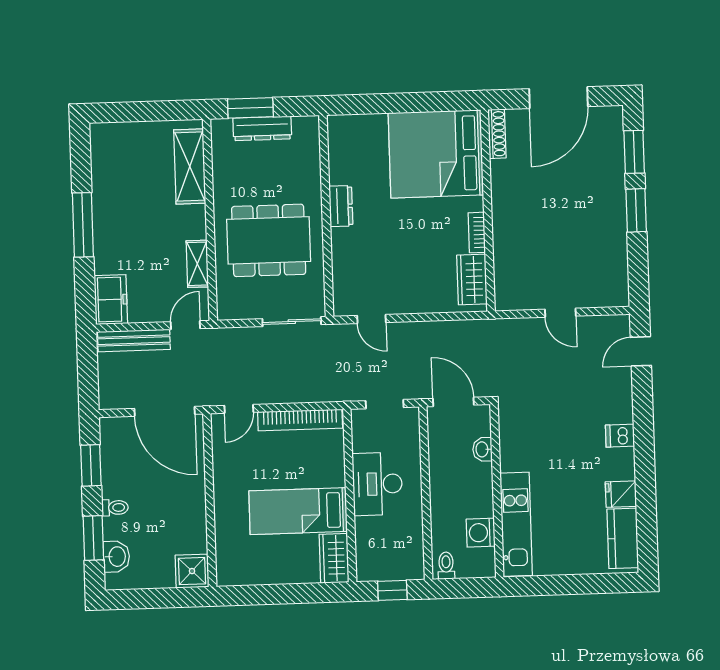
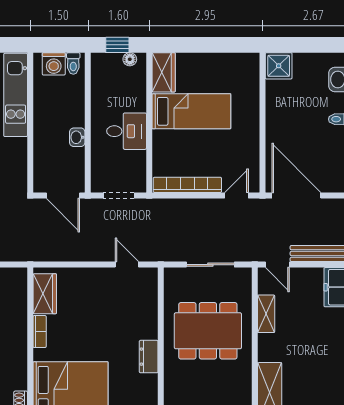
sliding door: (292, 322) -> (210, 265), moved
door: (185, 325) -> (277, 265), hinge flipped
washbasin: (482, 449) -> (77, 137), moved, turned 180
desk: (377, 484) -> (127, 131), width x0.73
washing machine: (481, 533) -> (54, 64), moved, turned 90
floor lamp: (376, 573) -> (130, 59), added

